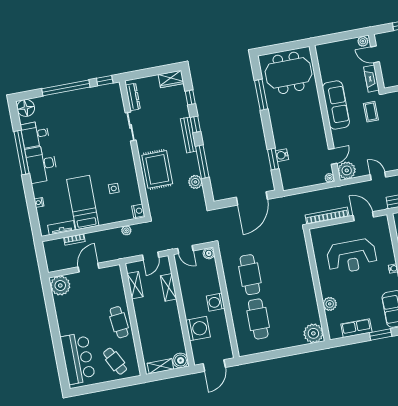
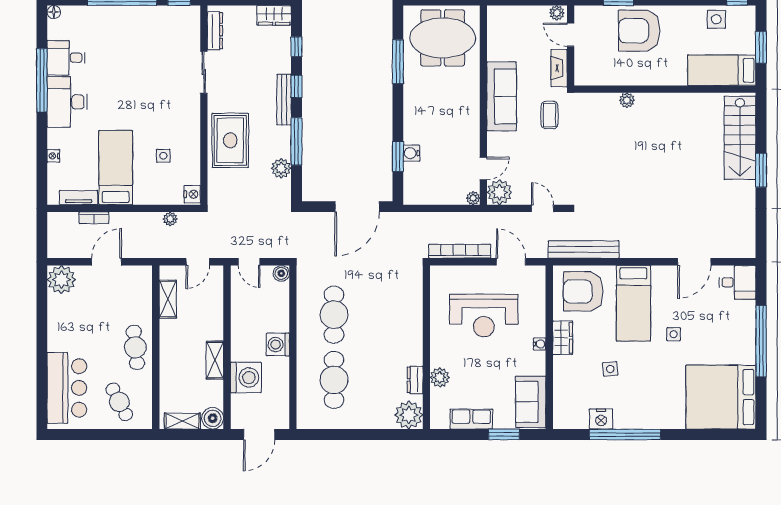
floor lamp: (26, 108) -> (54, 12), width x0.53, depth x0.53
shelving: (168, 287) -> (215, 360), moved
dresser: (313, 309) -> (415, 380), added

